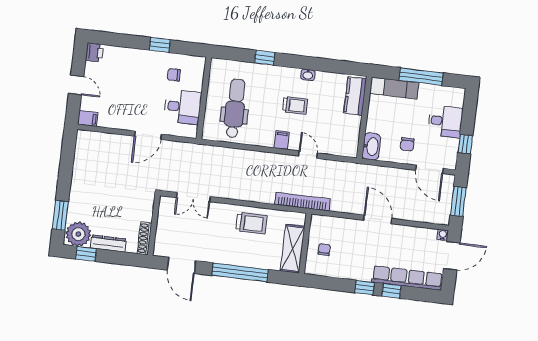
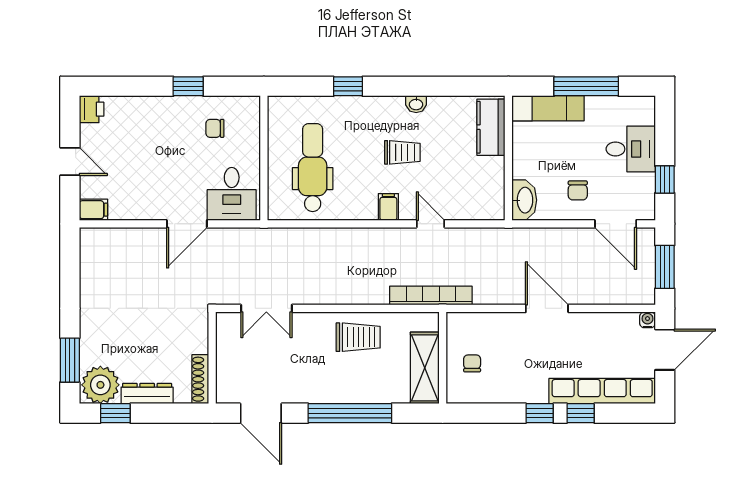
desk: (183, 107) -> (232, 194), moved, turned 90

